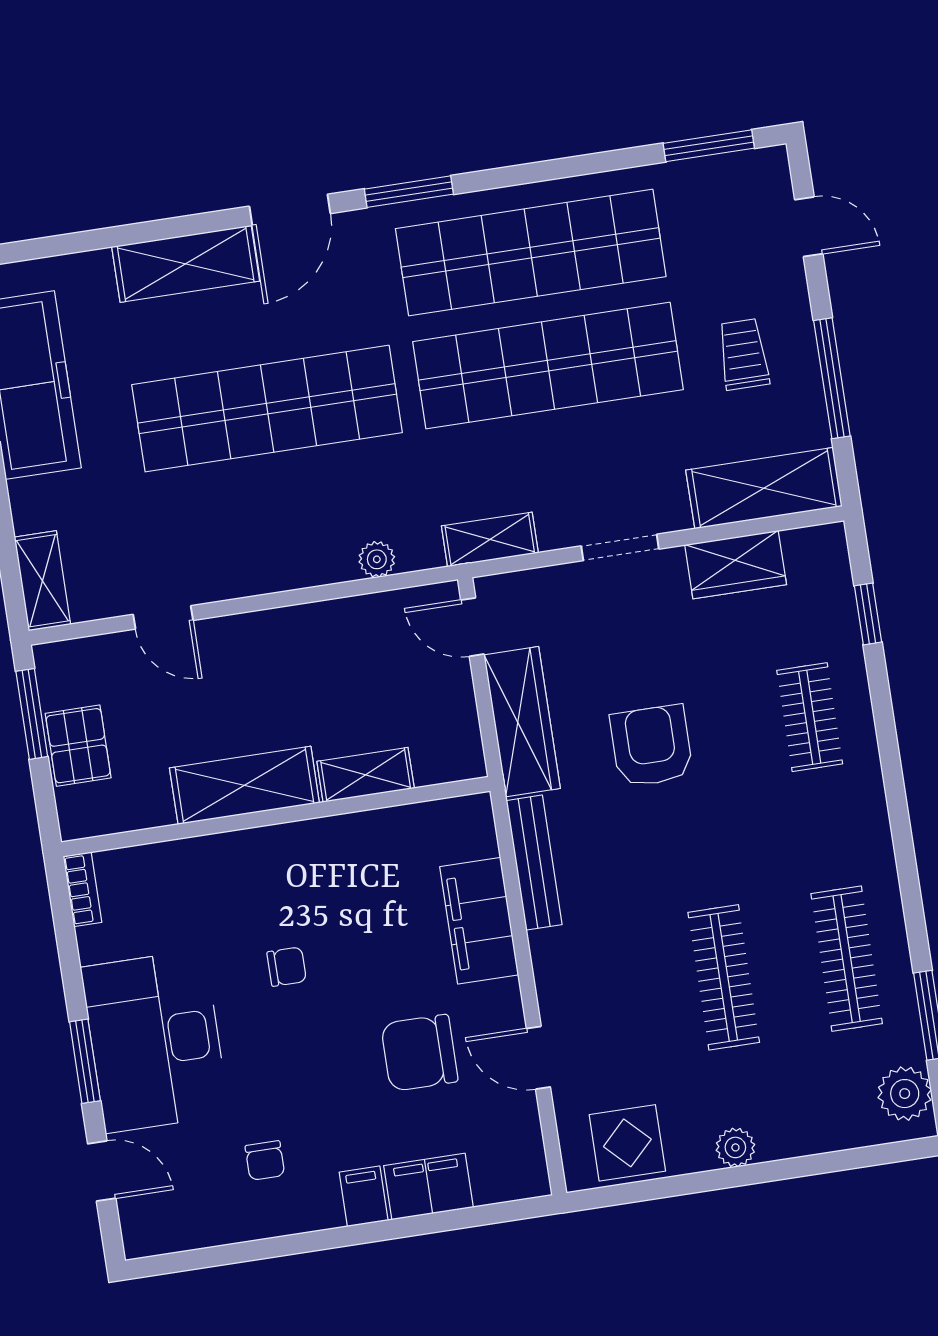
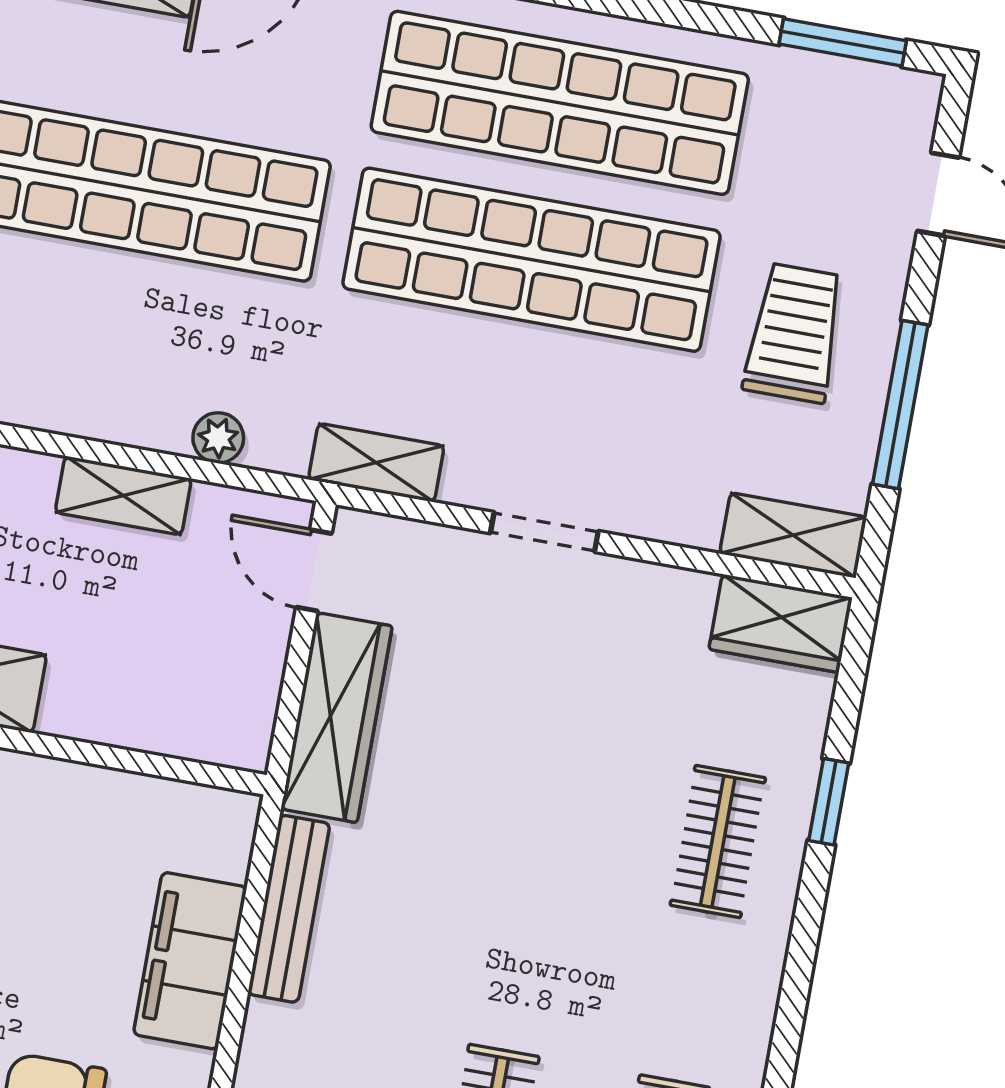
trolley: (743, 354) -> (794, 333), width x1.36, depth x1.39
shelving: (764, 488) -> (793, 535), width x0.67, depth x0.75
wardrobe: (736, 565) -> (781, 623), moved
window: (868, 614) -> (829, 802), moved
armchair: (651, 746) -> (496, 808), removed
shelving: (366, 775) -> (123, 496), moved

